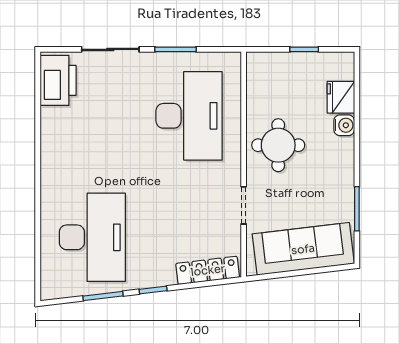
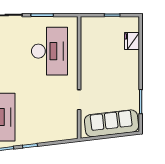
water cooler: (344, 125) -> (134, 56), removed
round table: (278, 145) -> (98, 67), removed
locker: (208, 270) -> (60, 135), removed

